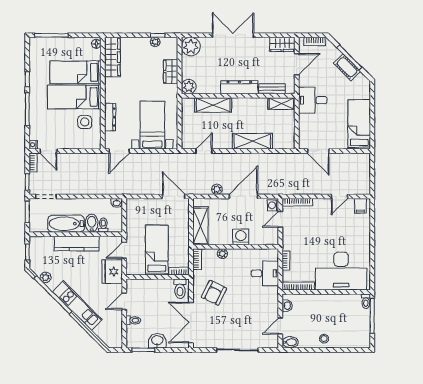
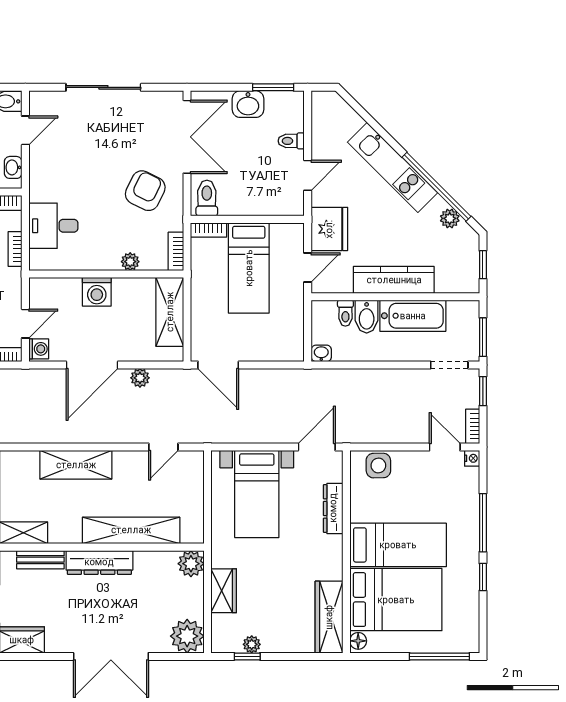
bed: (75, 72) -> (396, 600), width x1.50
shelving: (213, 105) -> (131, 530), width x1.47
side table: (85, 122) -> (378, 466), moved

